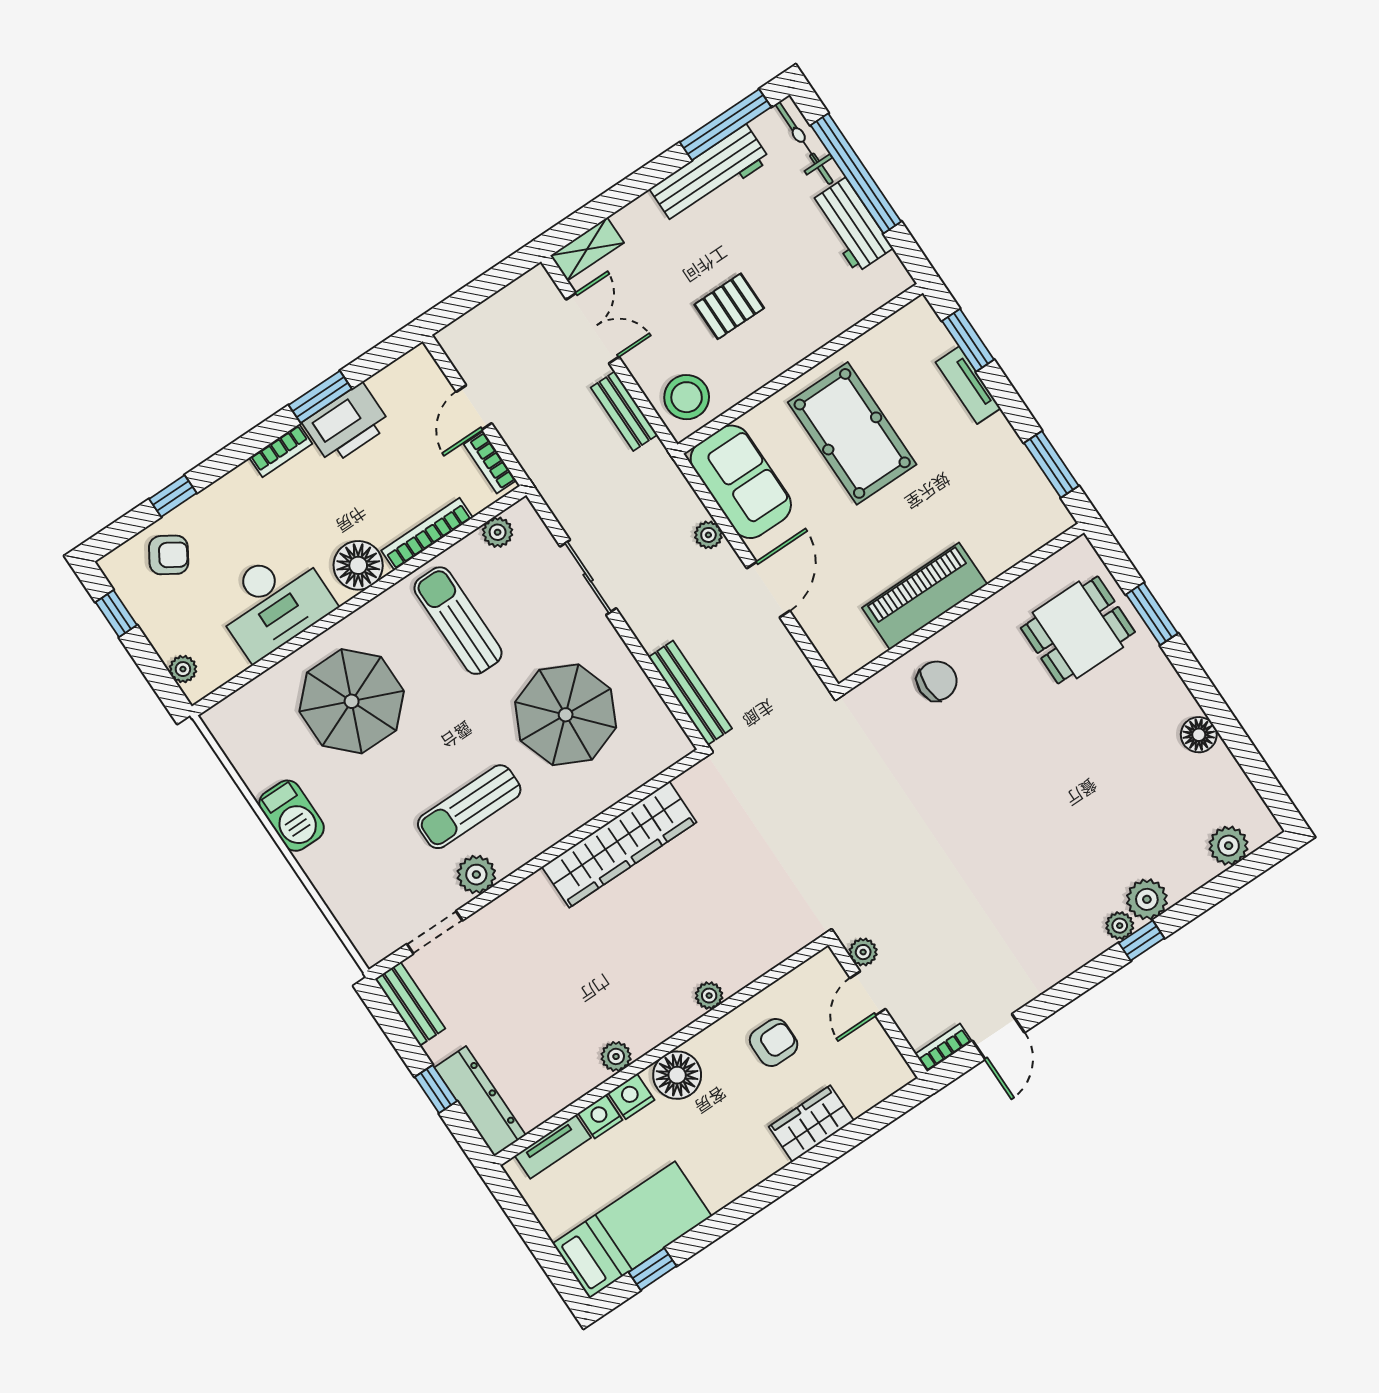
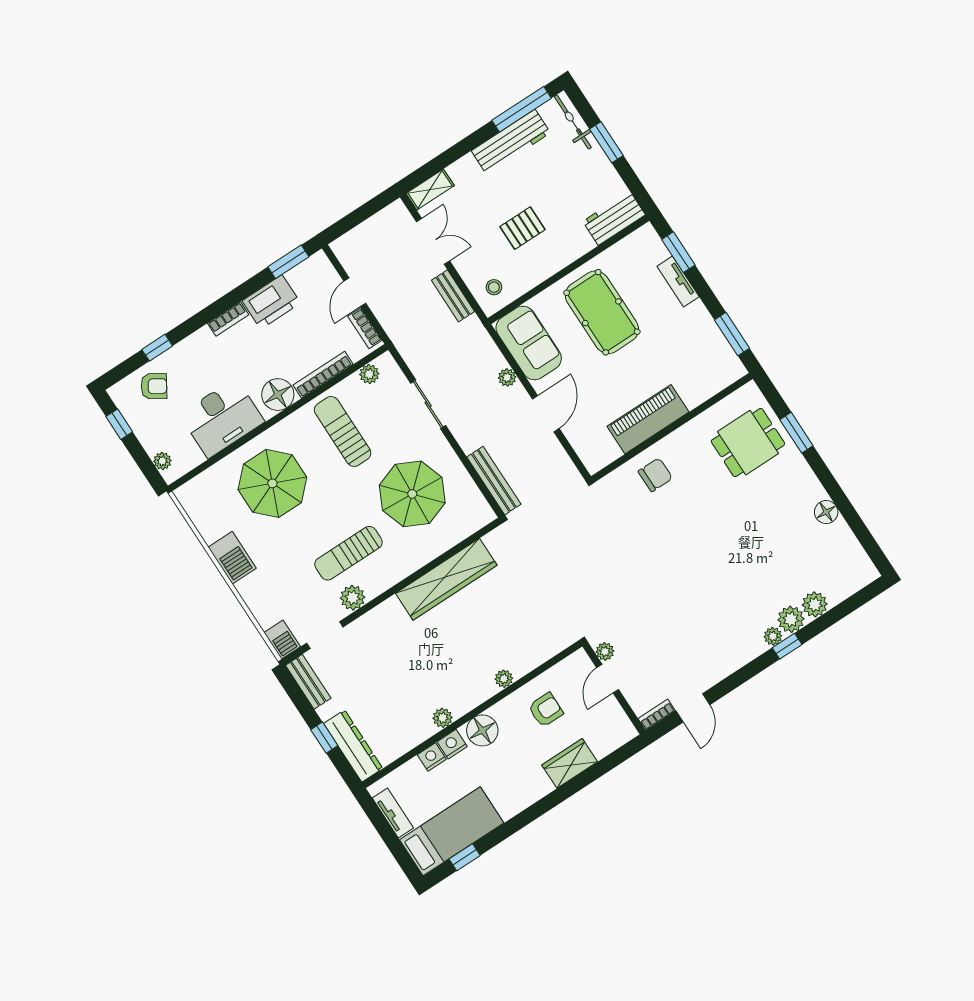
window: (856, 173) -> (606, 142), width x0.47
workbench: (851, 225) -> (614, 218), moved, turned 90
window: (320, 397) -> (288, 262), moved
stool: (687, 397) -> (494, 287), width x0.53, depth x0.53
plant: (1229, 846) -> (815, 604), moved
barbecue: (370, 940) -> (282, 640), added
tv unit: (553, 1147) -> (393, 813), moved, turned -90

